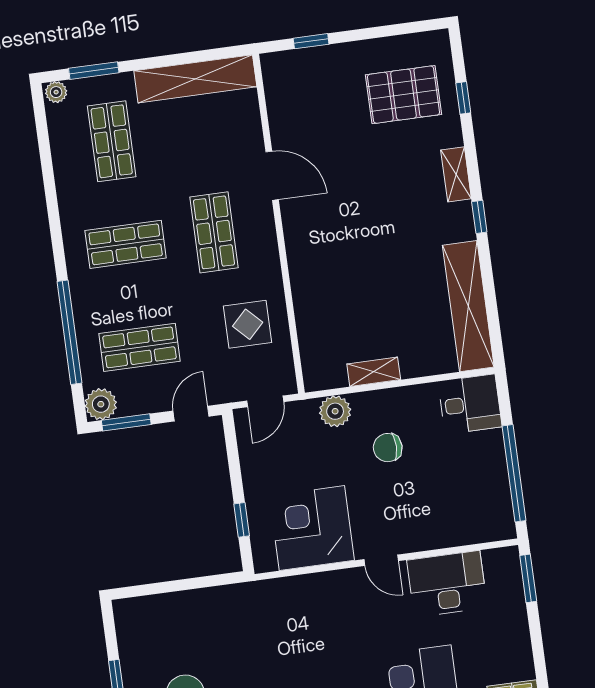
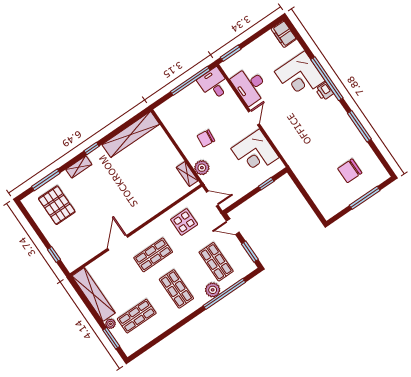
plant: (56, 92) -> (110, 324), moved
window: (463, 98) -> (46, 180), width x2.17
shelving: (374, 372) -> (187, 174), moved
plant: (101, 404) -> (213, 290), moved
desk: (470, 404) -> (214, 84), moved
chair: (388, 448) -> (206, 138), turned 96

